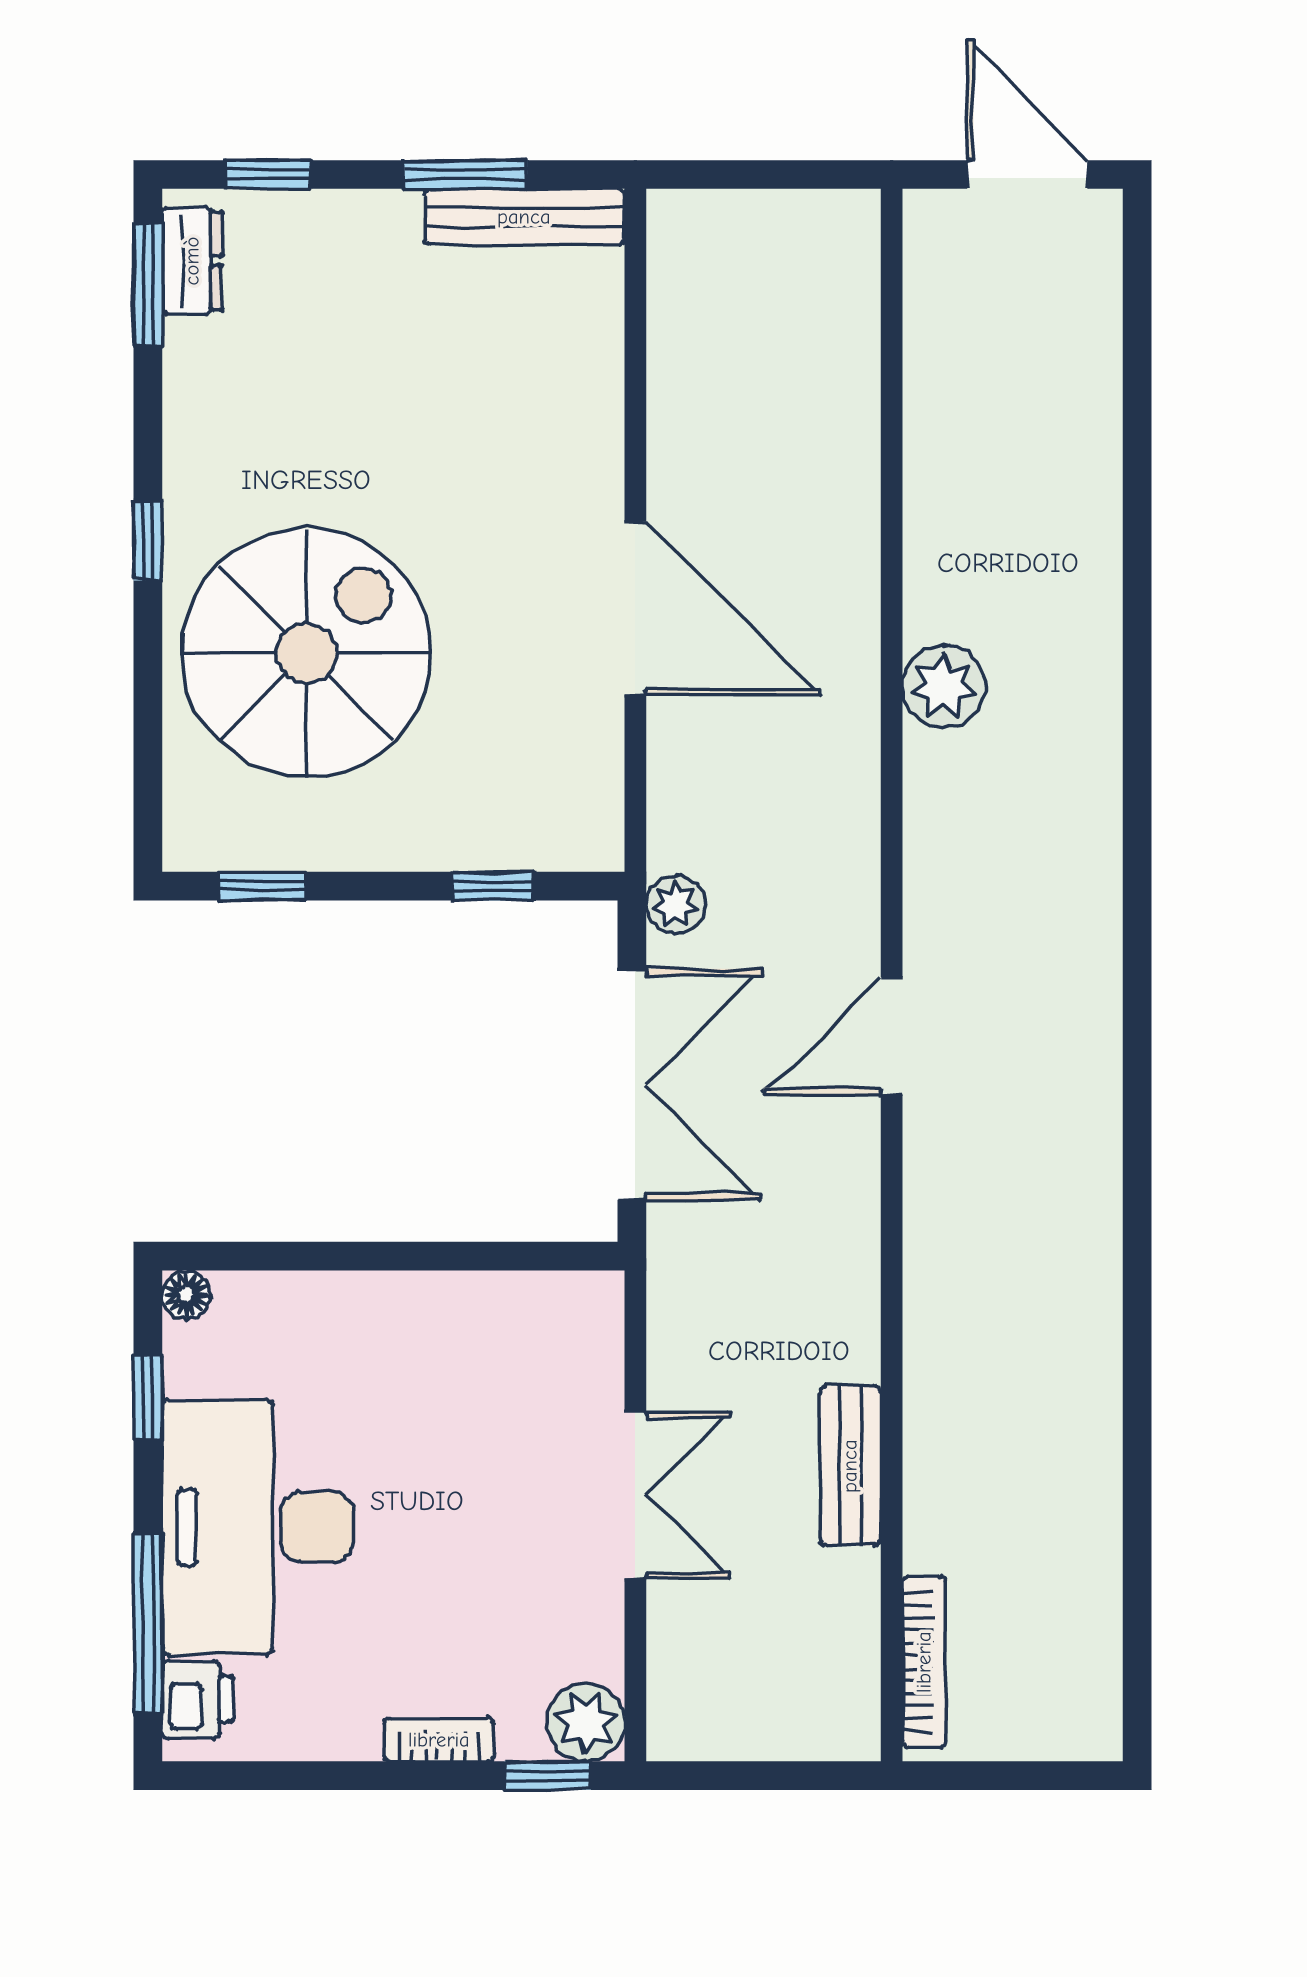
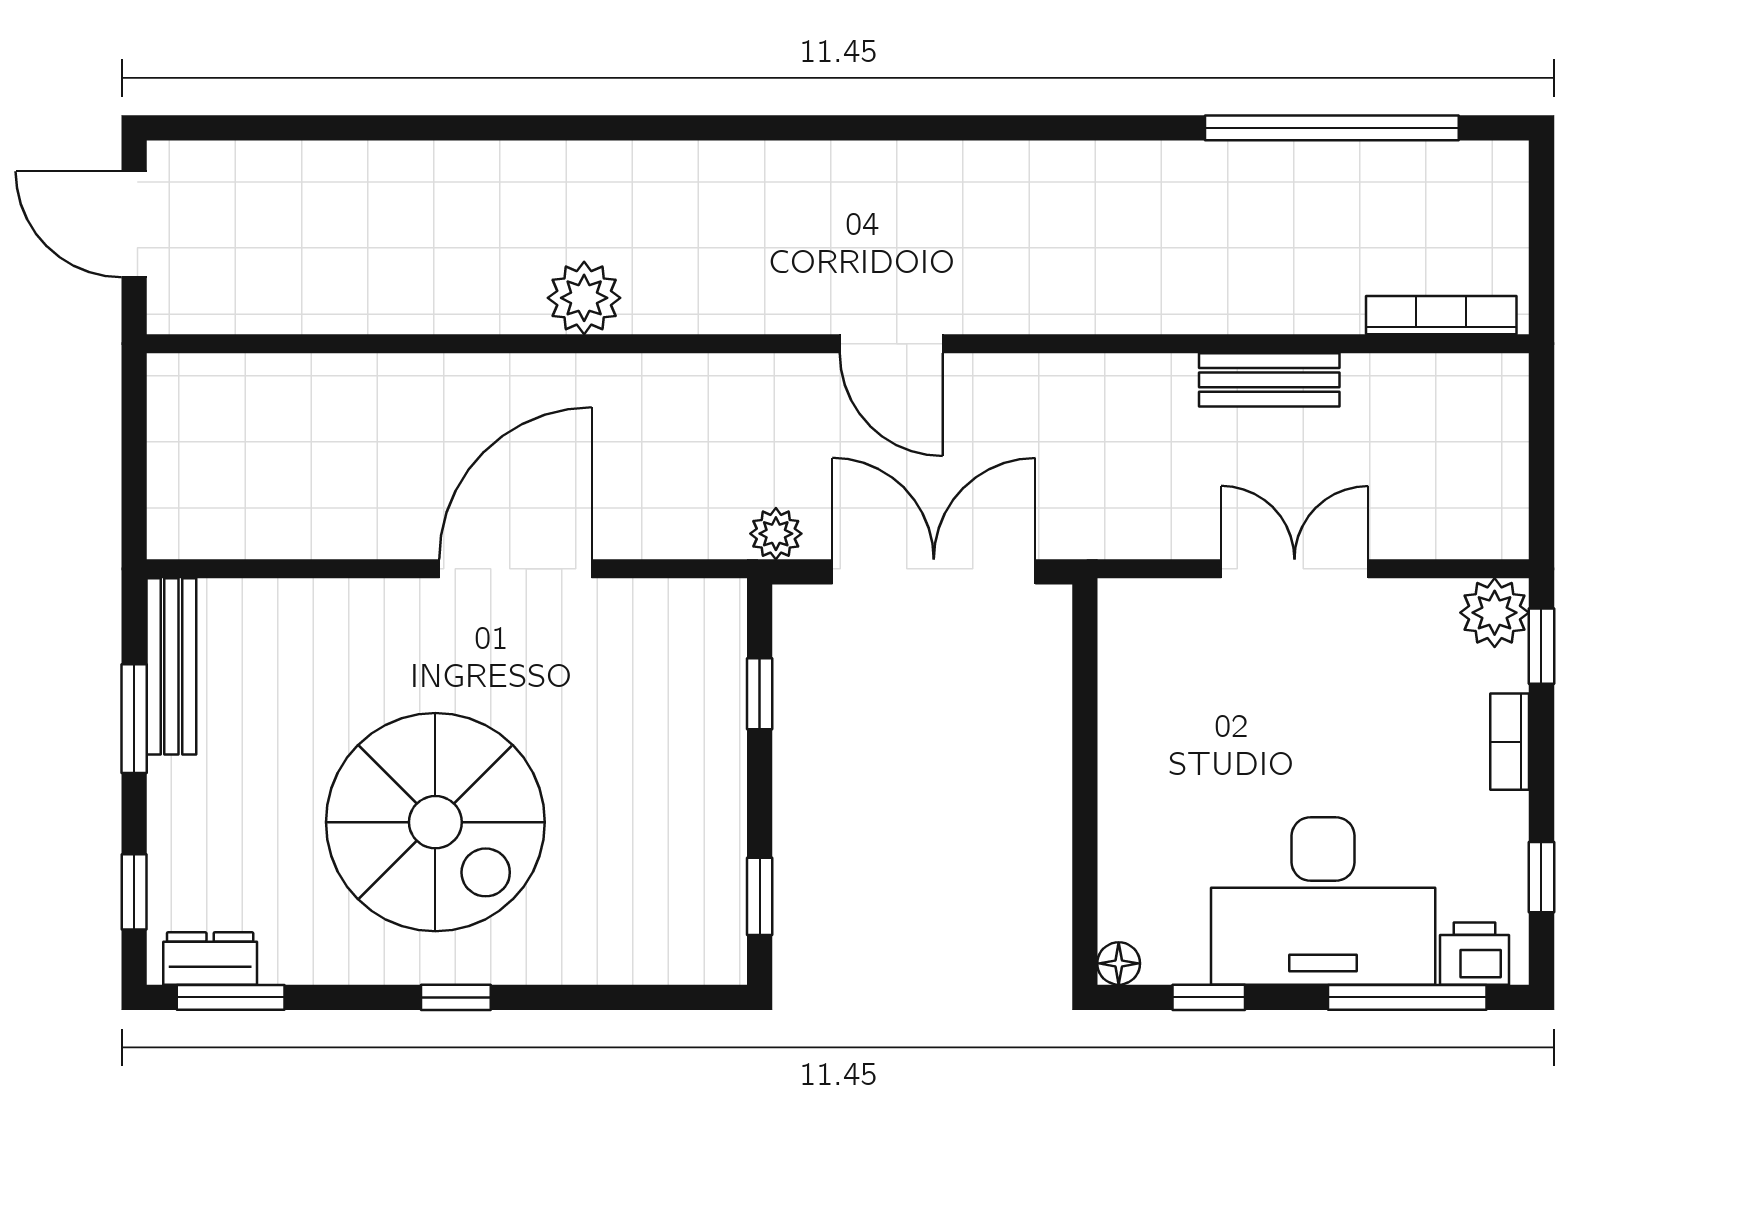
door: (1027, 174) -> (134, 224), hinge flipped
spiral stairs: (306, 653) -> (435, 822), moved, turned 180
window: (1137, 1537) -> (1332, 128), added
window: (285, 1776) -> (1541, 877), added

